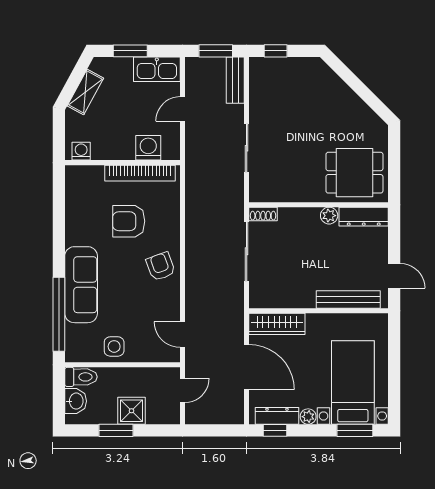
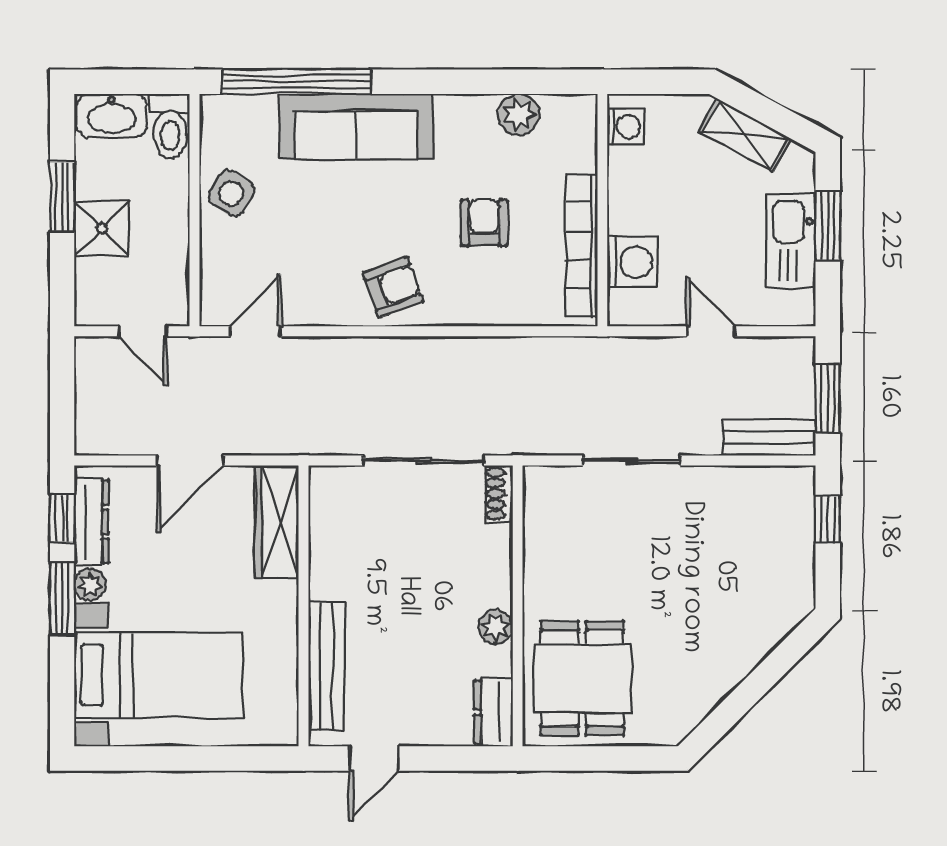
kitchen sink: (157, 69) -> (791, 240), moved
plant: (75, 204) -> (519, 114), added
dresser: (364, 217) -> (493, 712), width x0.70
armchair: (129, 221) -> (484, 223), width x0.72, depth x0.72
side table: (114, 346) -> (231, 193), turned 34
door: (247, 367) -> (190, 460), width x0.73
washbasin: (76, 401) -> (112, 115), width x1.38
window: (355, 430) -> (62, 599), moved

